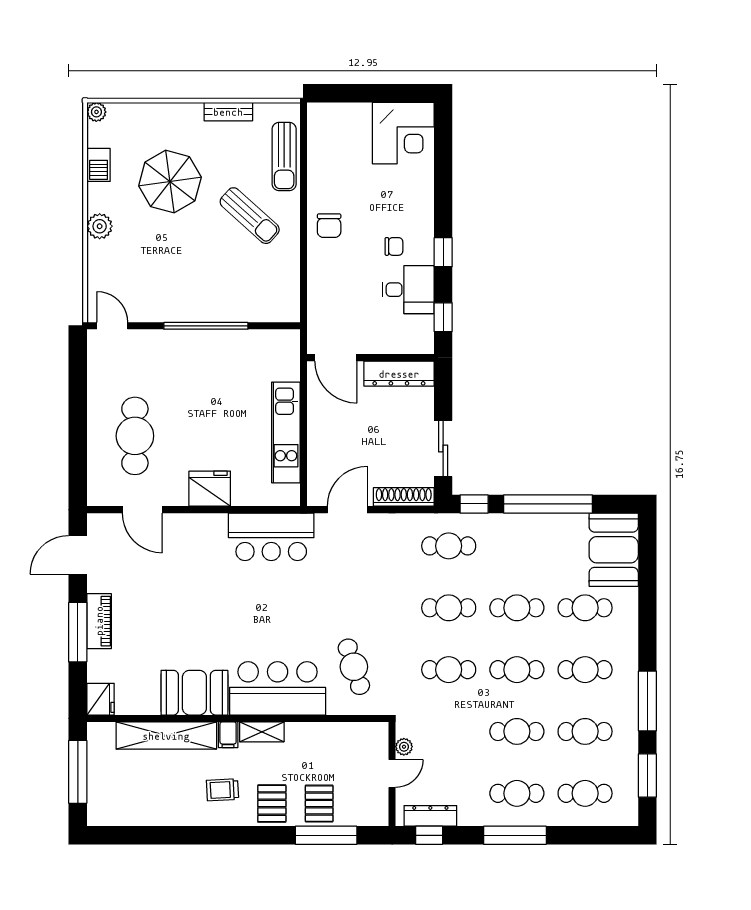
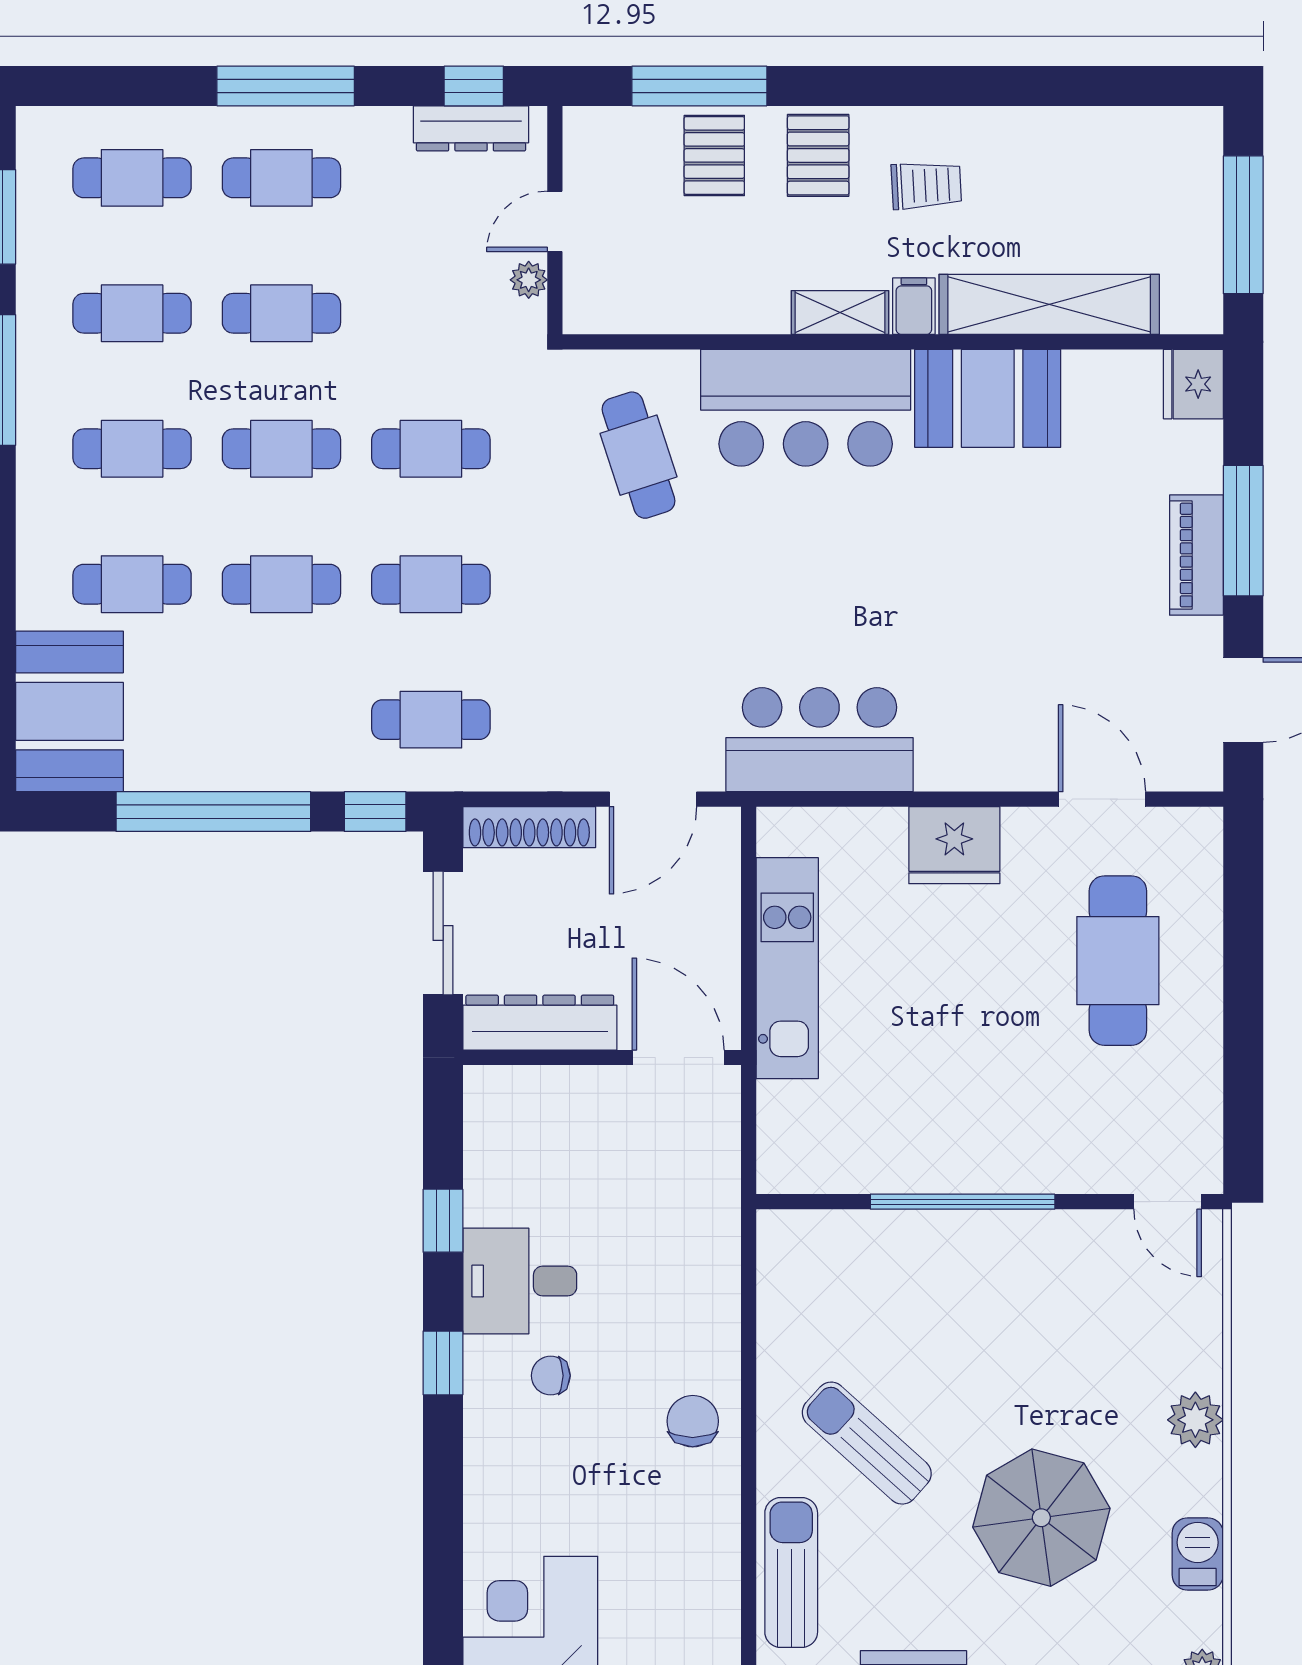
door: (336, 358) -> (678, 1058), moved
wall: (371, 358) -> (602, 1058), moved
dresser: (399, 374) -> (540, 1023), moved

